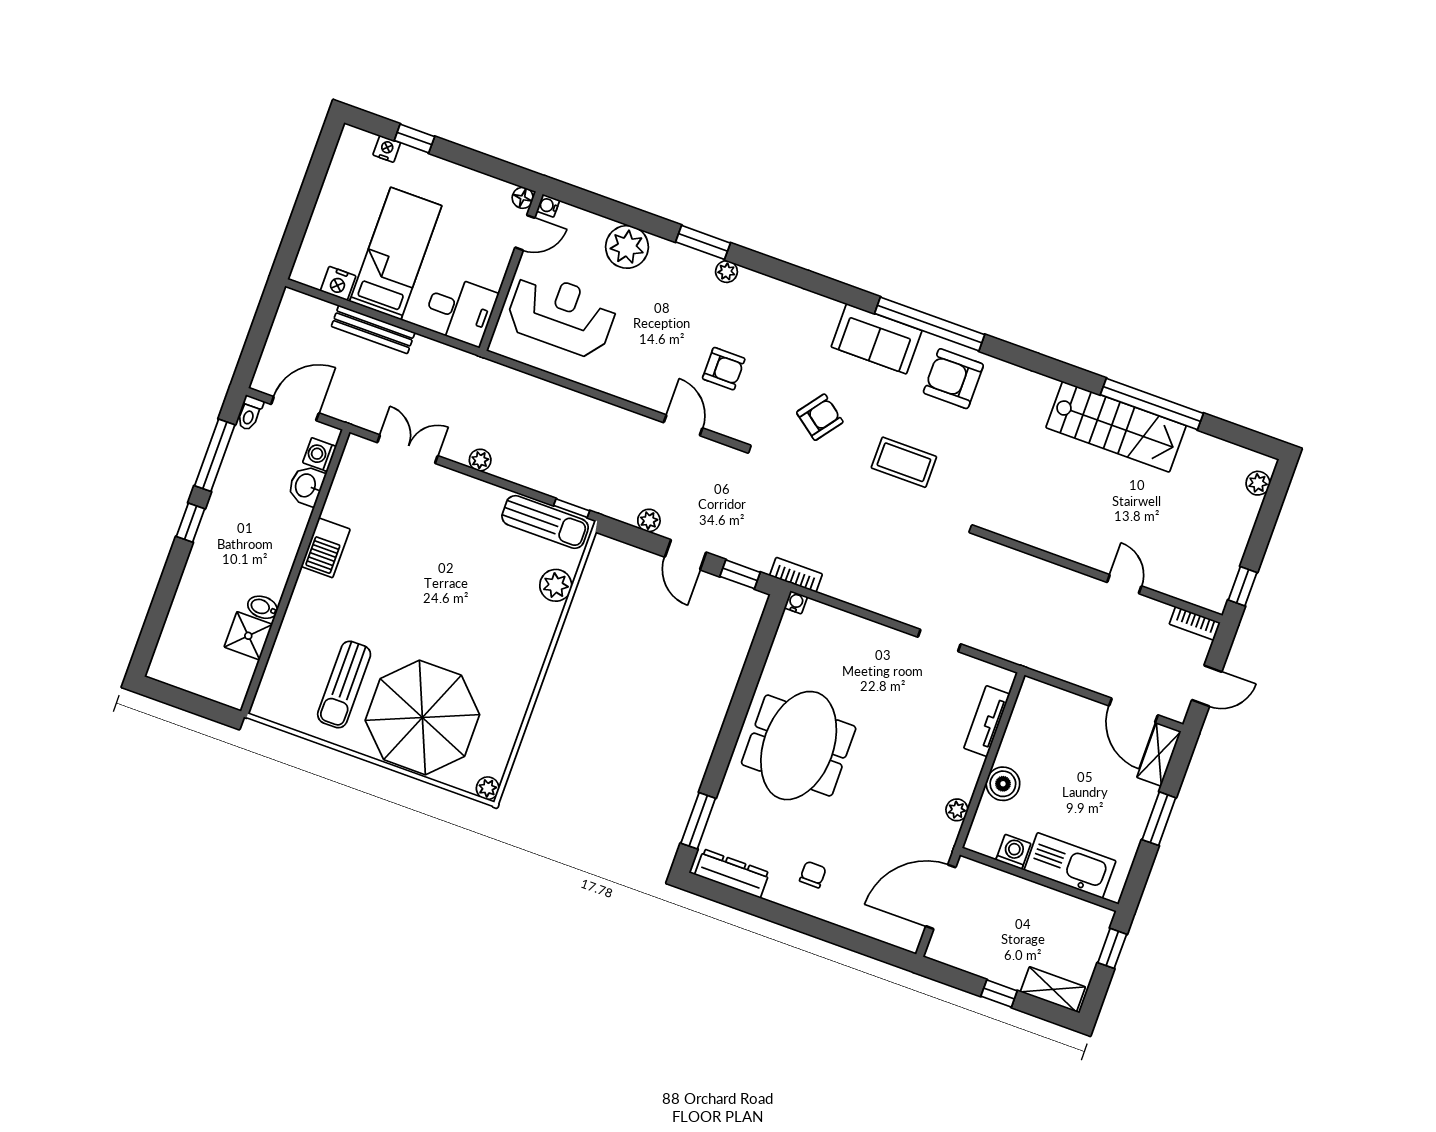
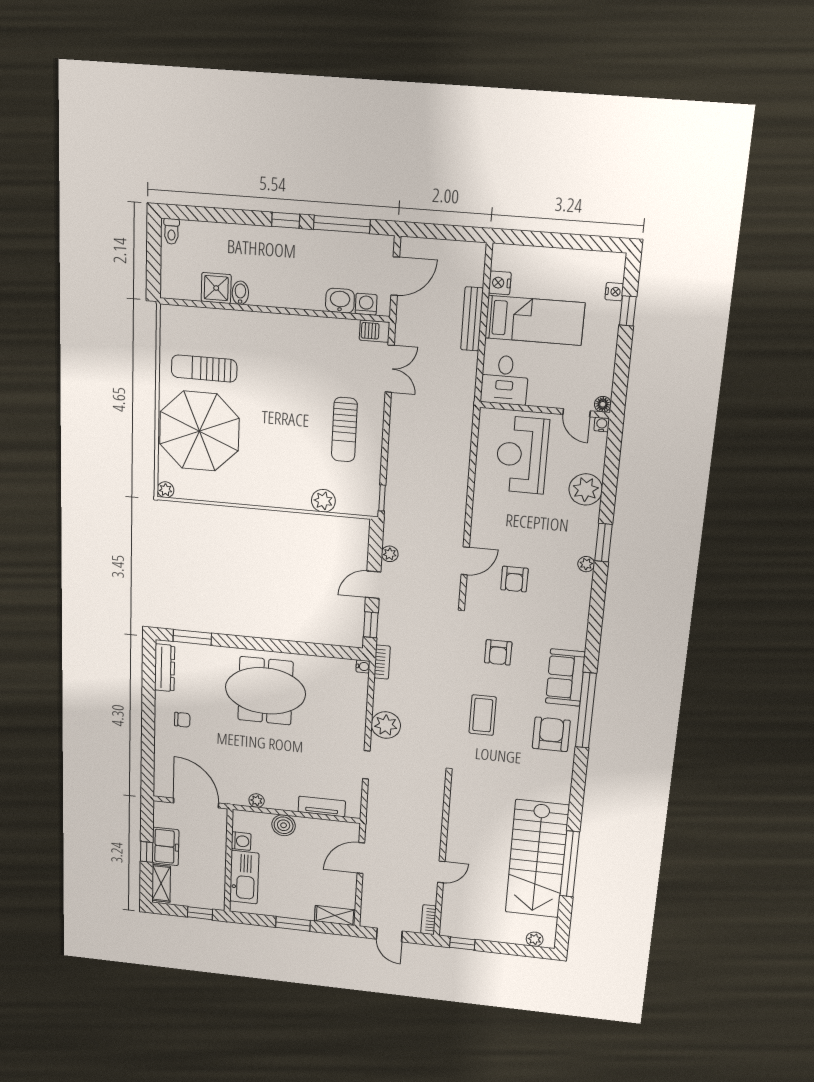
reception desk: (561, 315) -> (522, 455), turned 180
door: (295, 409) -> (395, 276), hinge flipped
toilet: (250, 413) -> (171, 231), moved, turned -90
armchair: (820, 417) -> (498, 652), turned 53
stairs: (1116, 427) -> (537, 859), width x1.36, depth x1.51
plant: (480, 460) -> (386, 725), moved, width x1.88, depth x1.88
sun lounger: (545, 522) -> (344, 430), moved
barbecue: (326, 548) -> (375, 331), moved, width x0.73, depth x0.79
door: (1133, 710) -> (361, 858), moved
freezer: (997, 963) -> (165, 846), added

